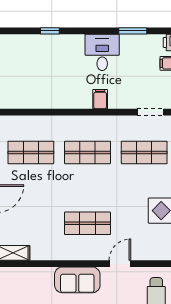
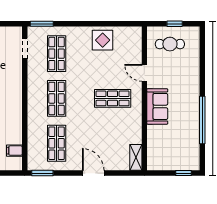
filing cabinet: (100, 99) -> (14, 151), moved
shop shelf: (88, 223) -> (113, 98), turned 90

